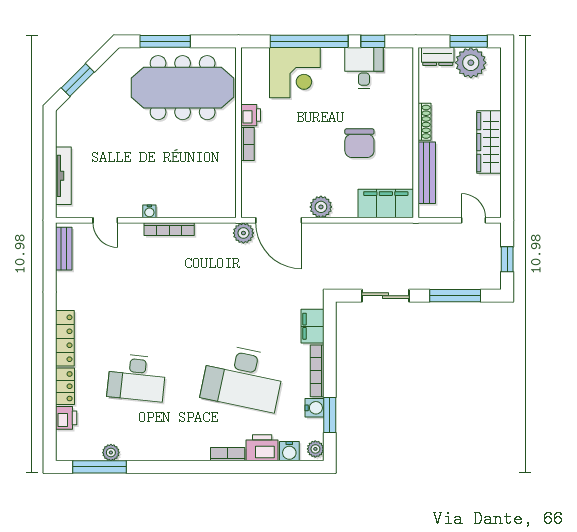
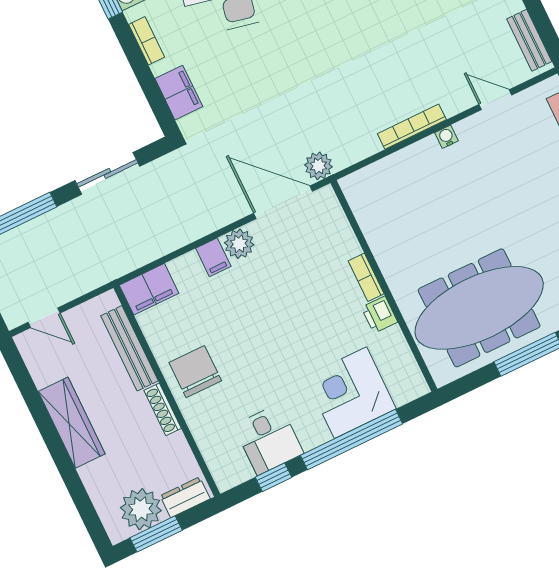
chair: (359, 143) -> (195, 372), moved
filing cabinet: (386, 204) -> (149, 289), width x0.67, depth x0.86
filing cabinet: (342, 206) -> (213, 257), added
bookcase: (317, 371) -> (147, 41), width x0.64

